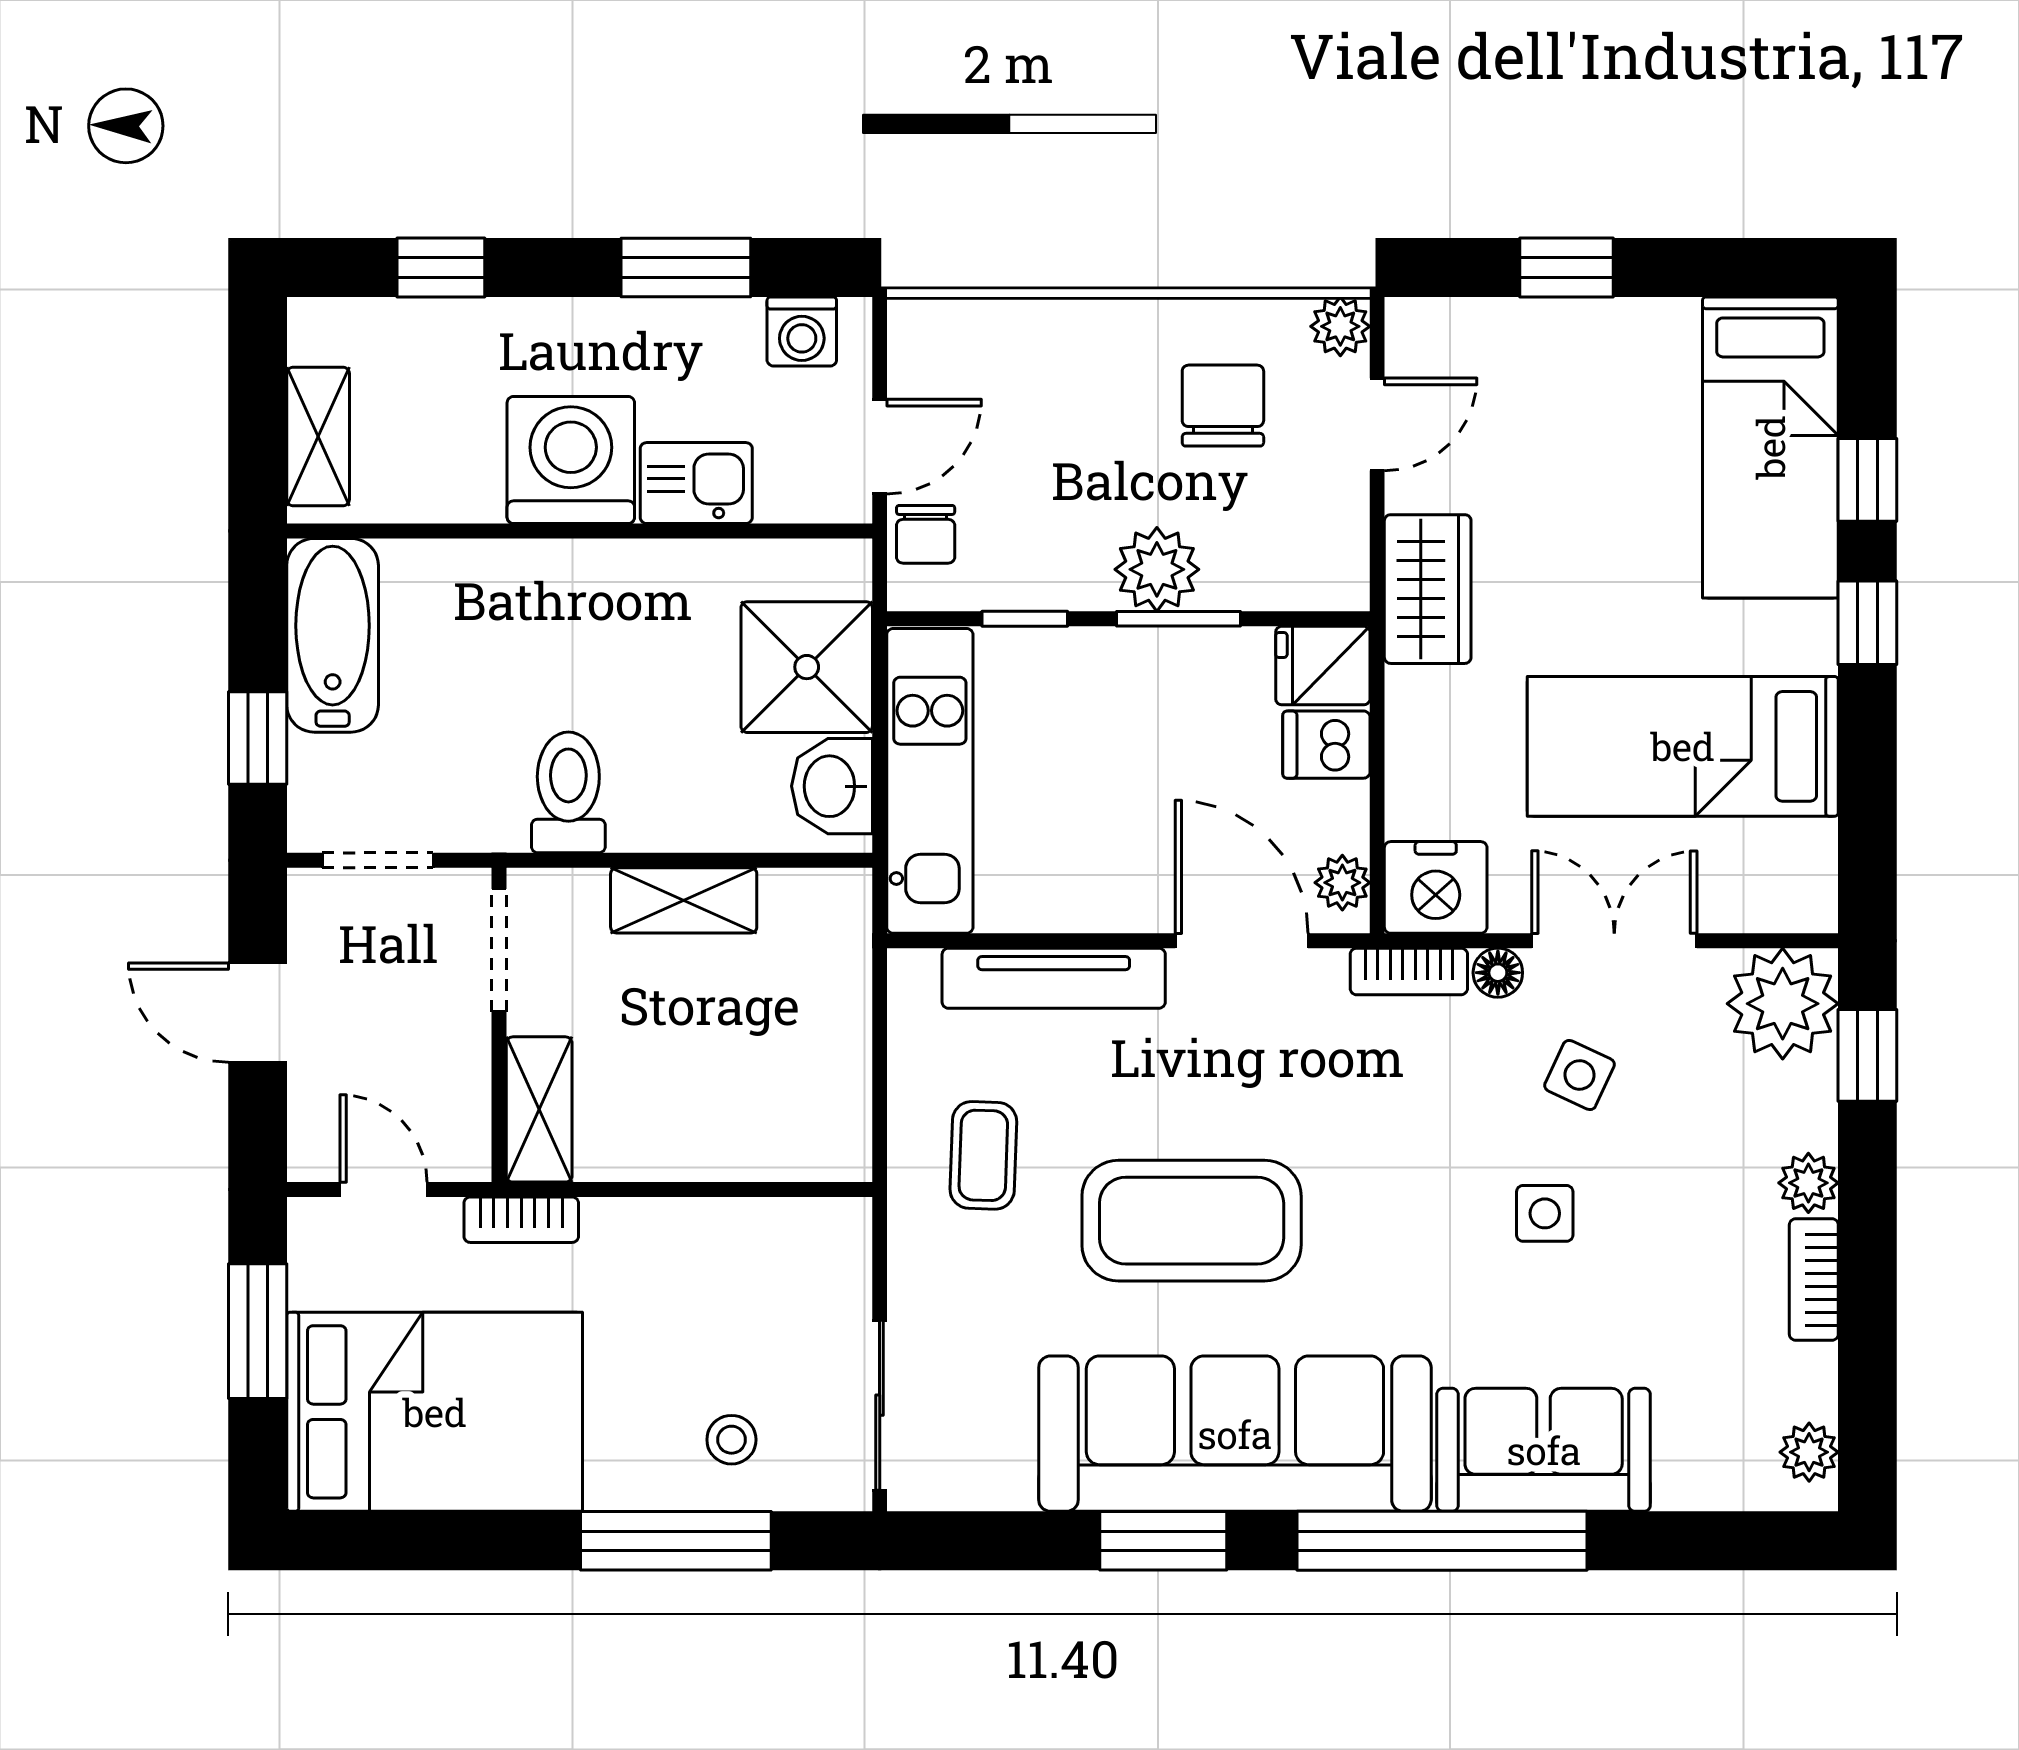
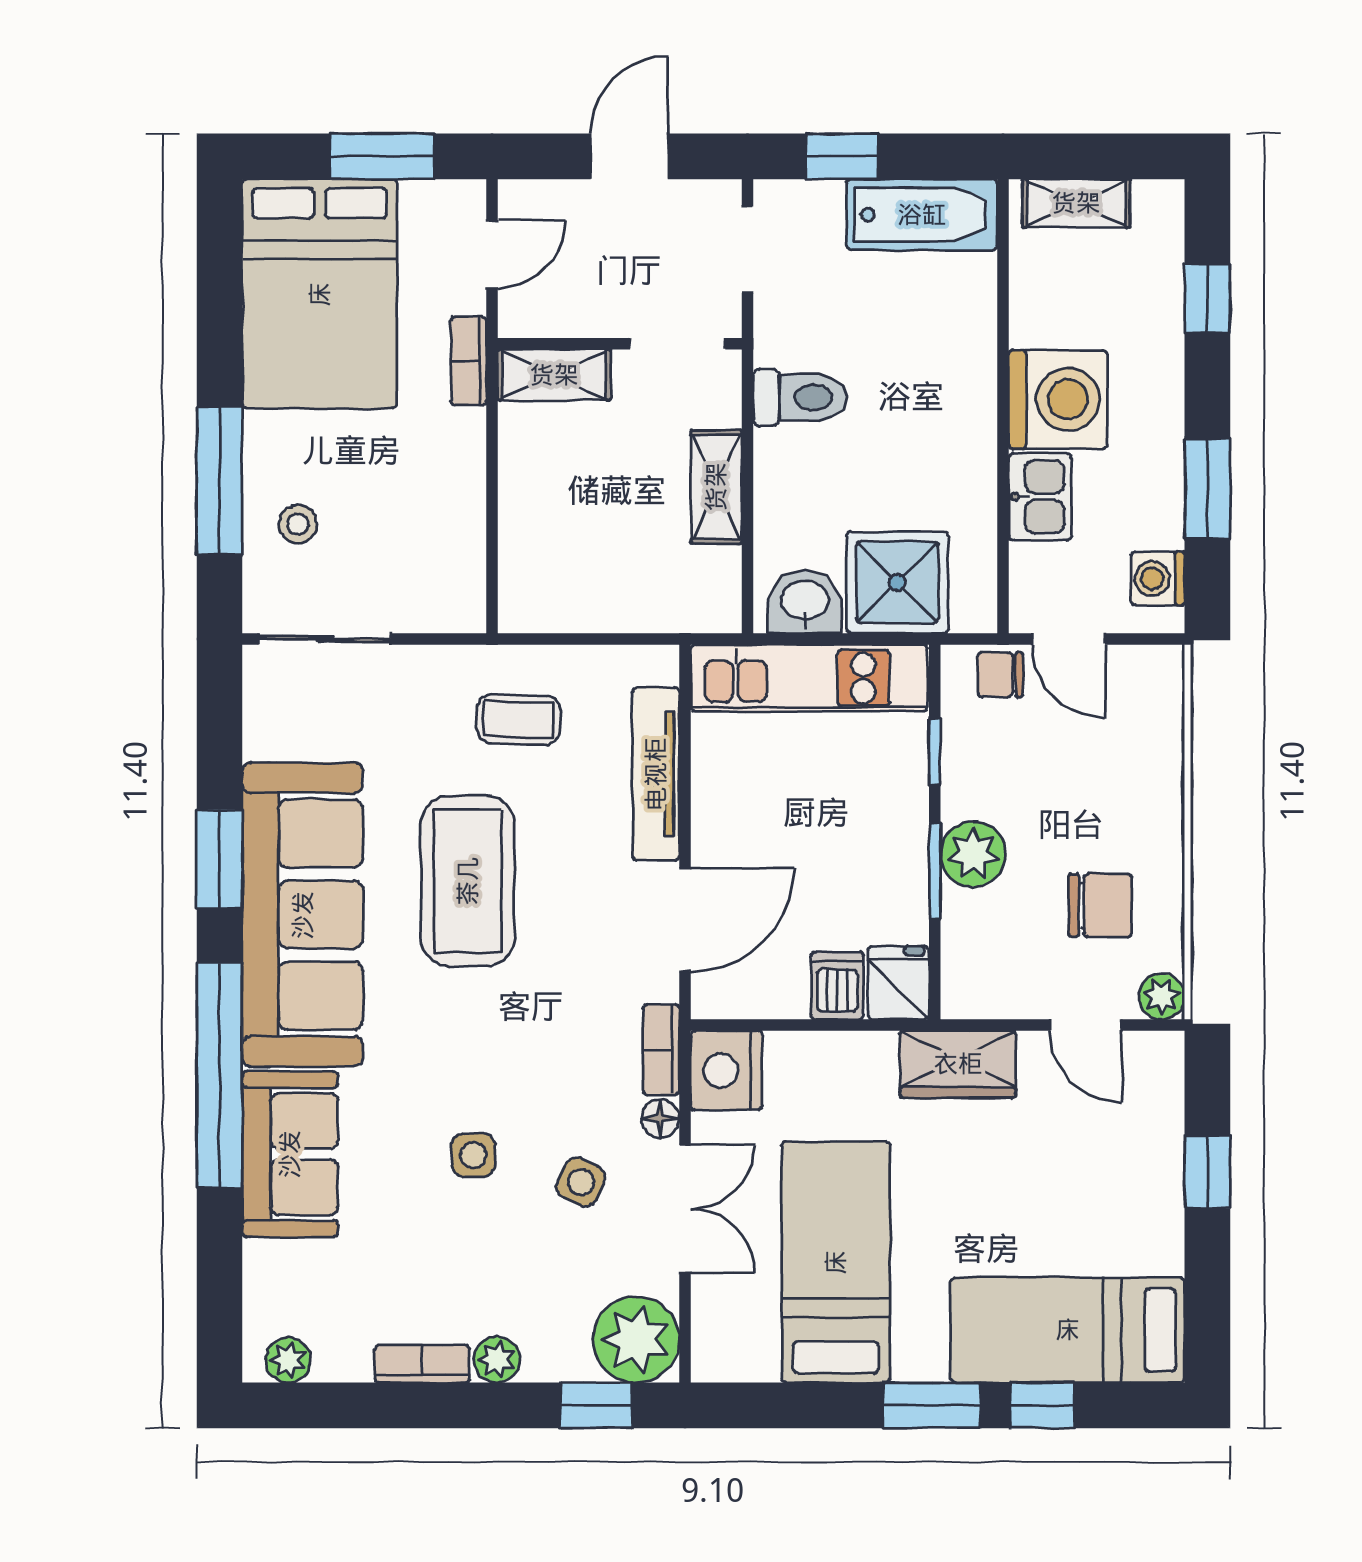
window: (1867, 623) -> (932, 1405), width x1.50
plant: (1342, 883) -> (730, 998), removed

